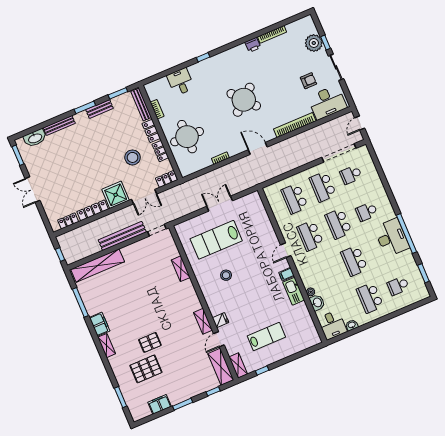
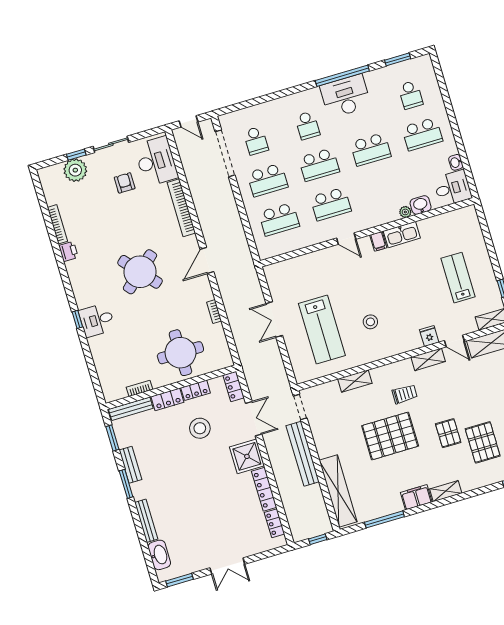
desk: (181, 82) -> (97, 320), moved
pallet: (143, 299) -> (390, 436), added
trolley: (175, 307) -> (405, 394), added

